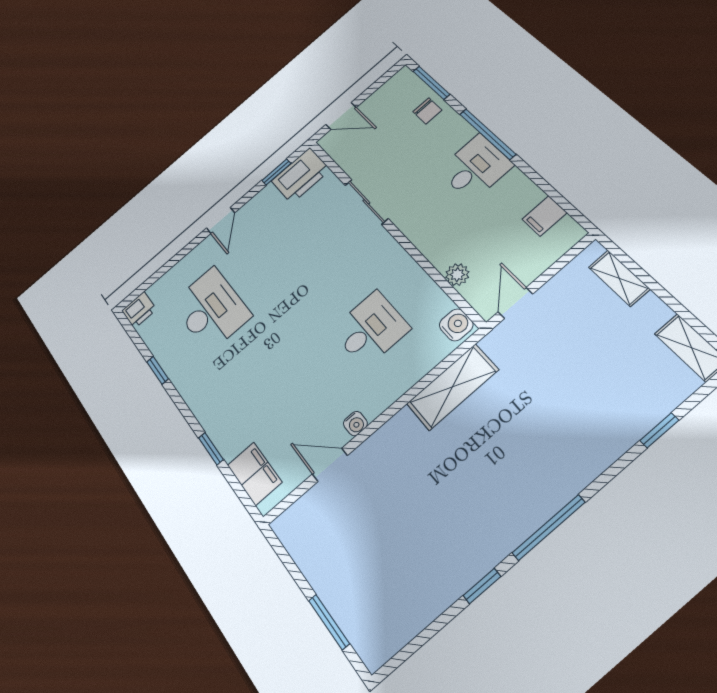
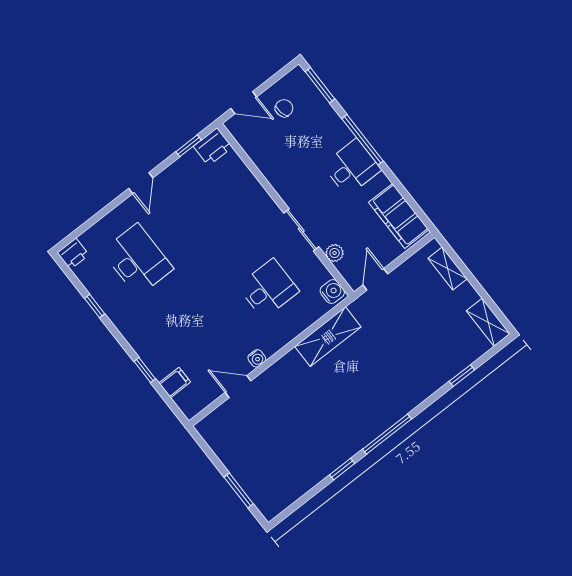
chair: (427, 111) -> (284, 108), moved, turned -102
printer: (301, 175) -> (213, 147), width x0.73, depth x0.84
sliding door: (366, 202) -> (301, 230), moved
filing cabinet: (544, 216) -> (399, 216), width x3.00, depth x1.17
filing cabinet: (255, 474) -> (175, 383), width x0.50

